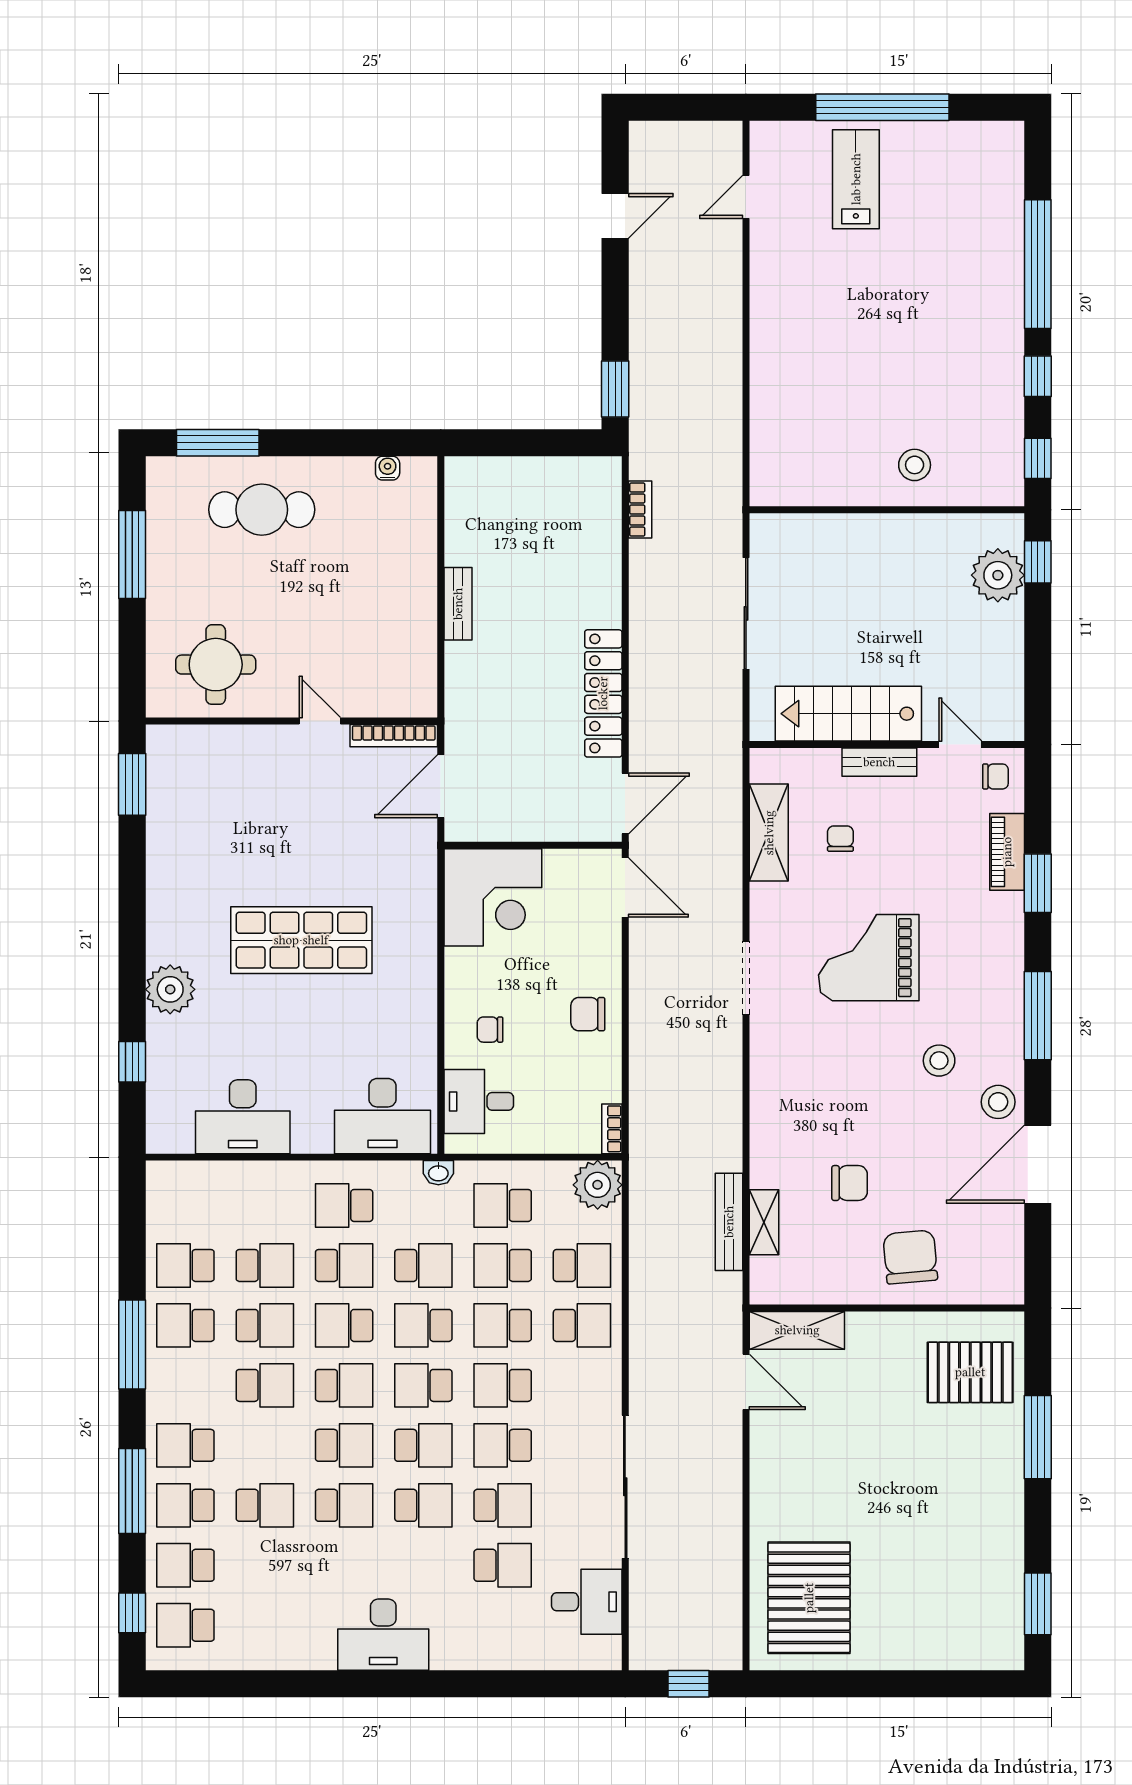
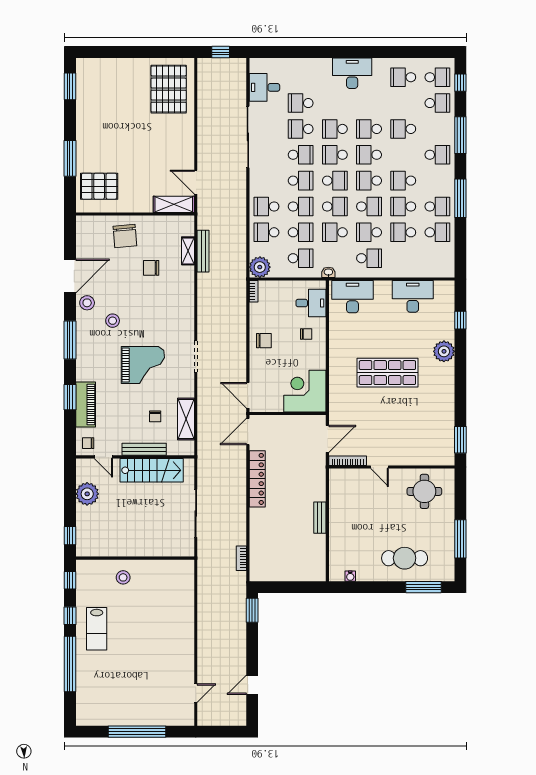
lab bench: (856, 179) -> (97, 629), moved
plant: (998, 575) -> (87, 494), moved
bench: (879, 762) -> (144, 449), width x1.36
piano: (1007, 852) -> (86, 405), width x1.37, depth x1.33
school desk: (185, 1505) -> (403, 77), moved, turned 180

